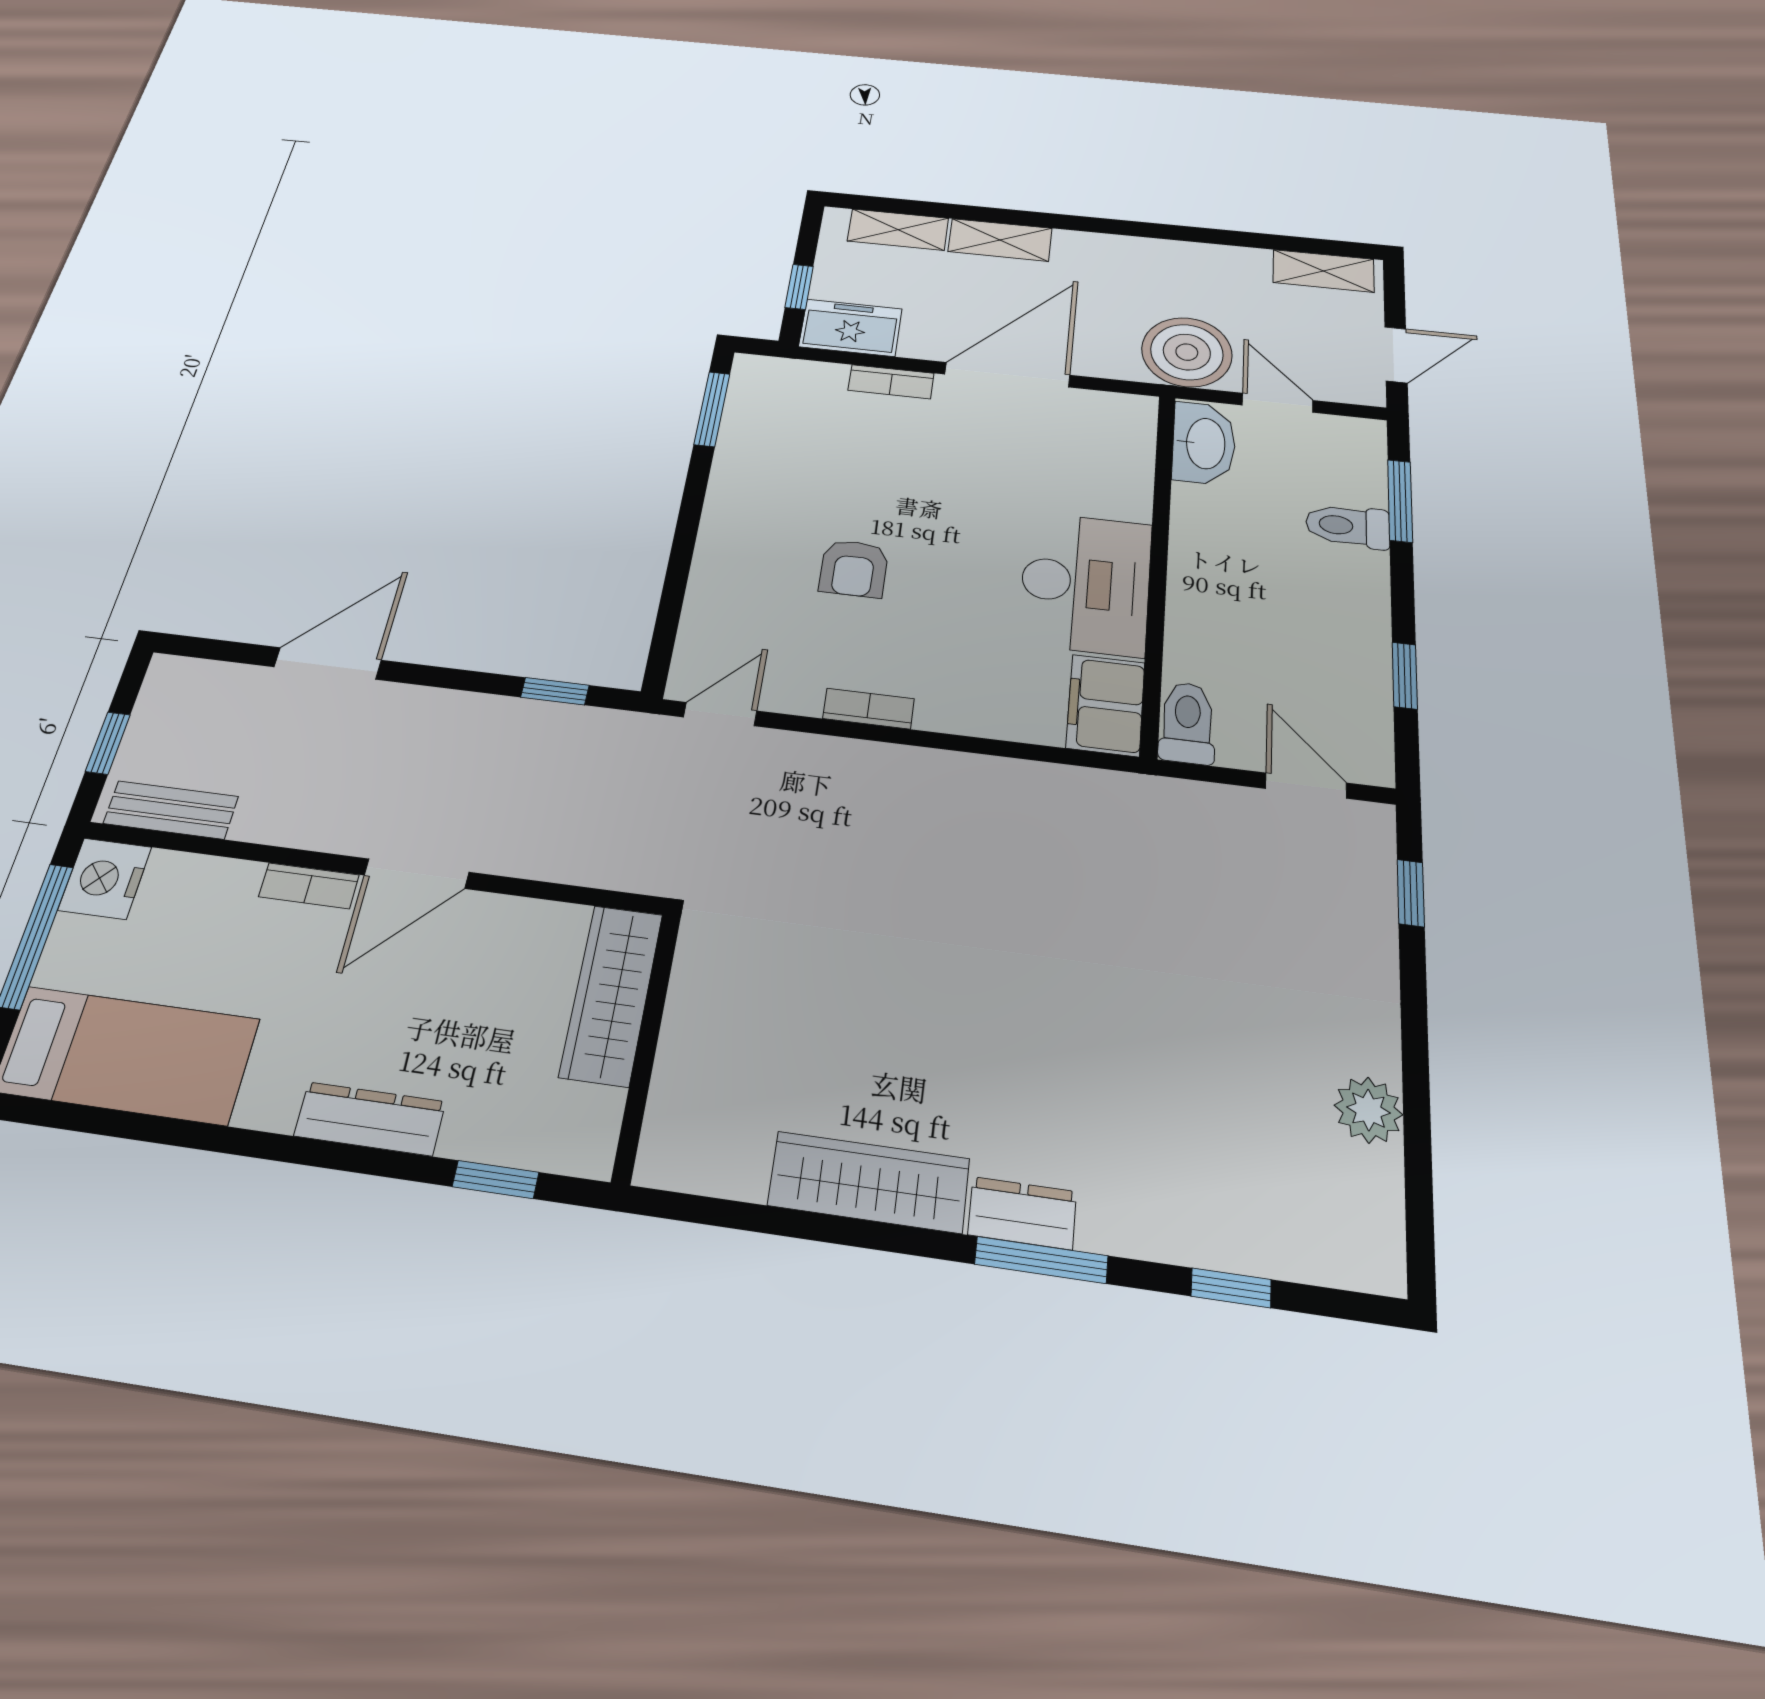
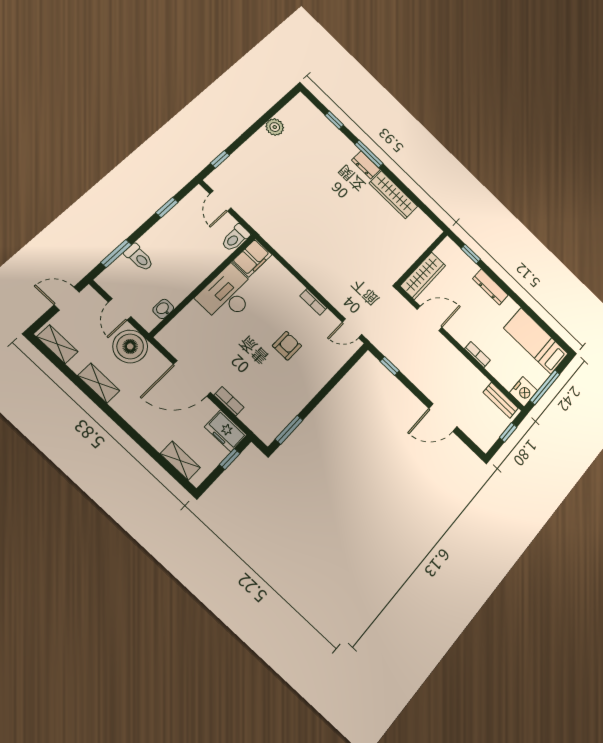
shelving: (1000, 240) -> (99, 383), moved
washbasin: (1204, 443) -> (163, 309), width x0.52, depth x0.69
door: (417, 874) -> (430, 318), moved

